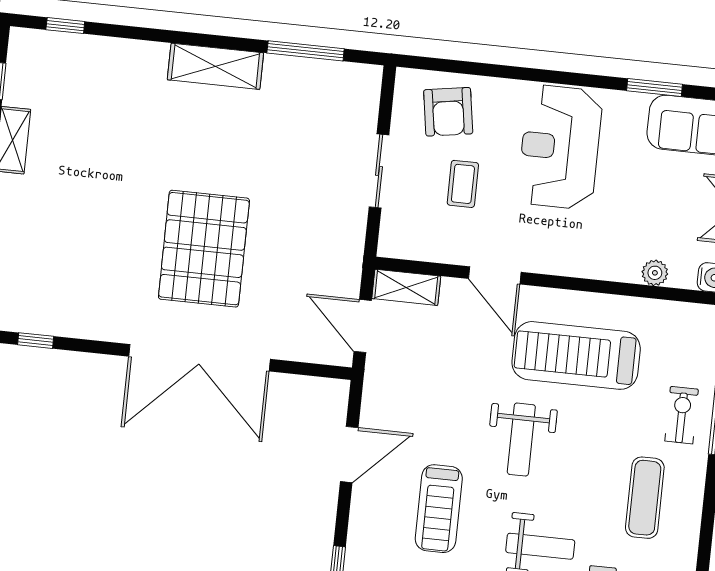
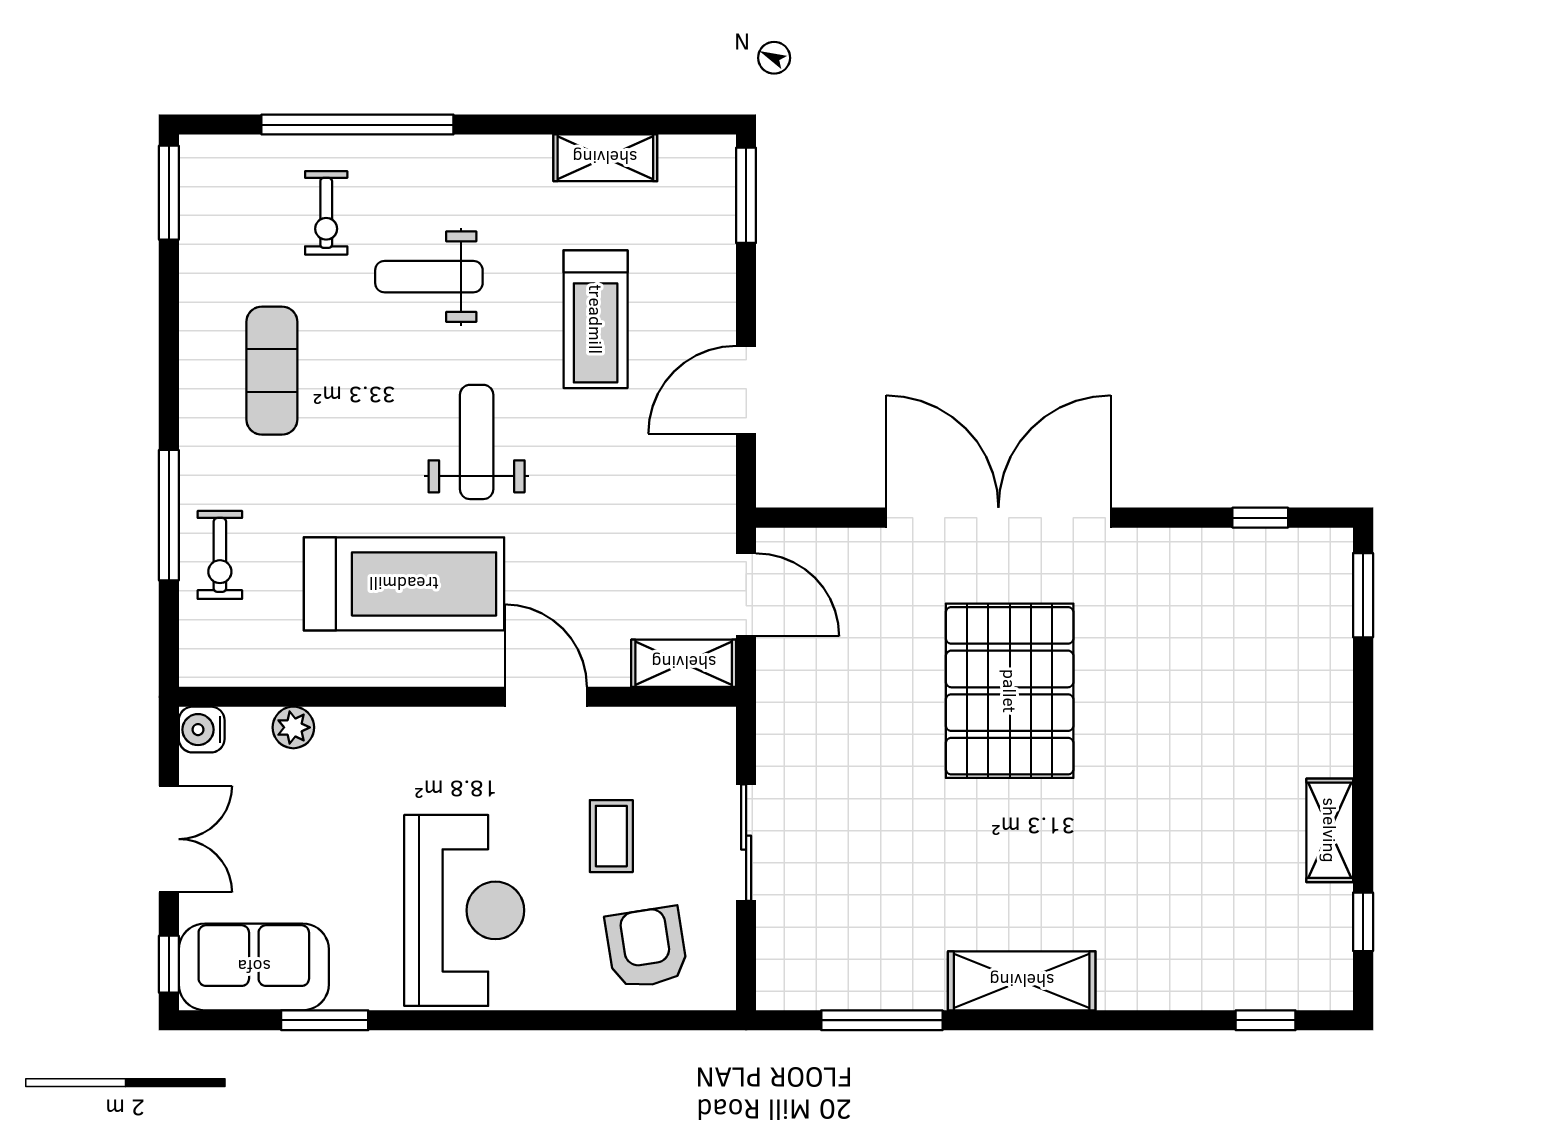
exercise bike: (682, 415) -> (220, 555), moved
treadmill: (439, 509) -> (596, 319), turned 180

